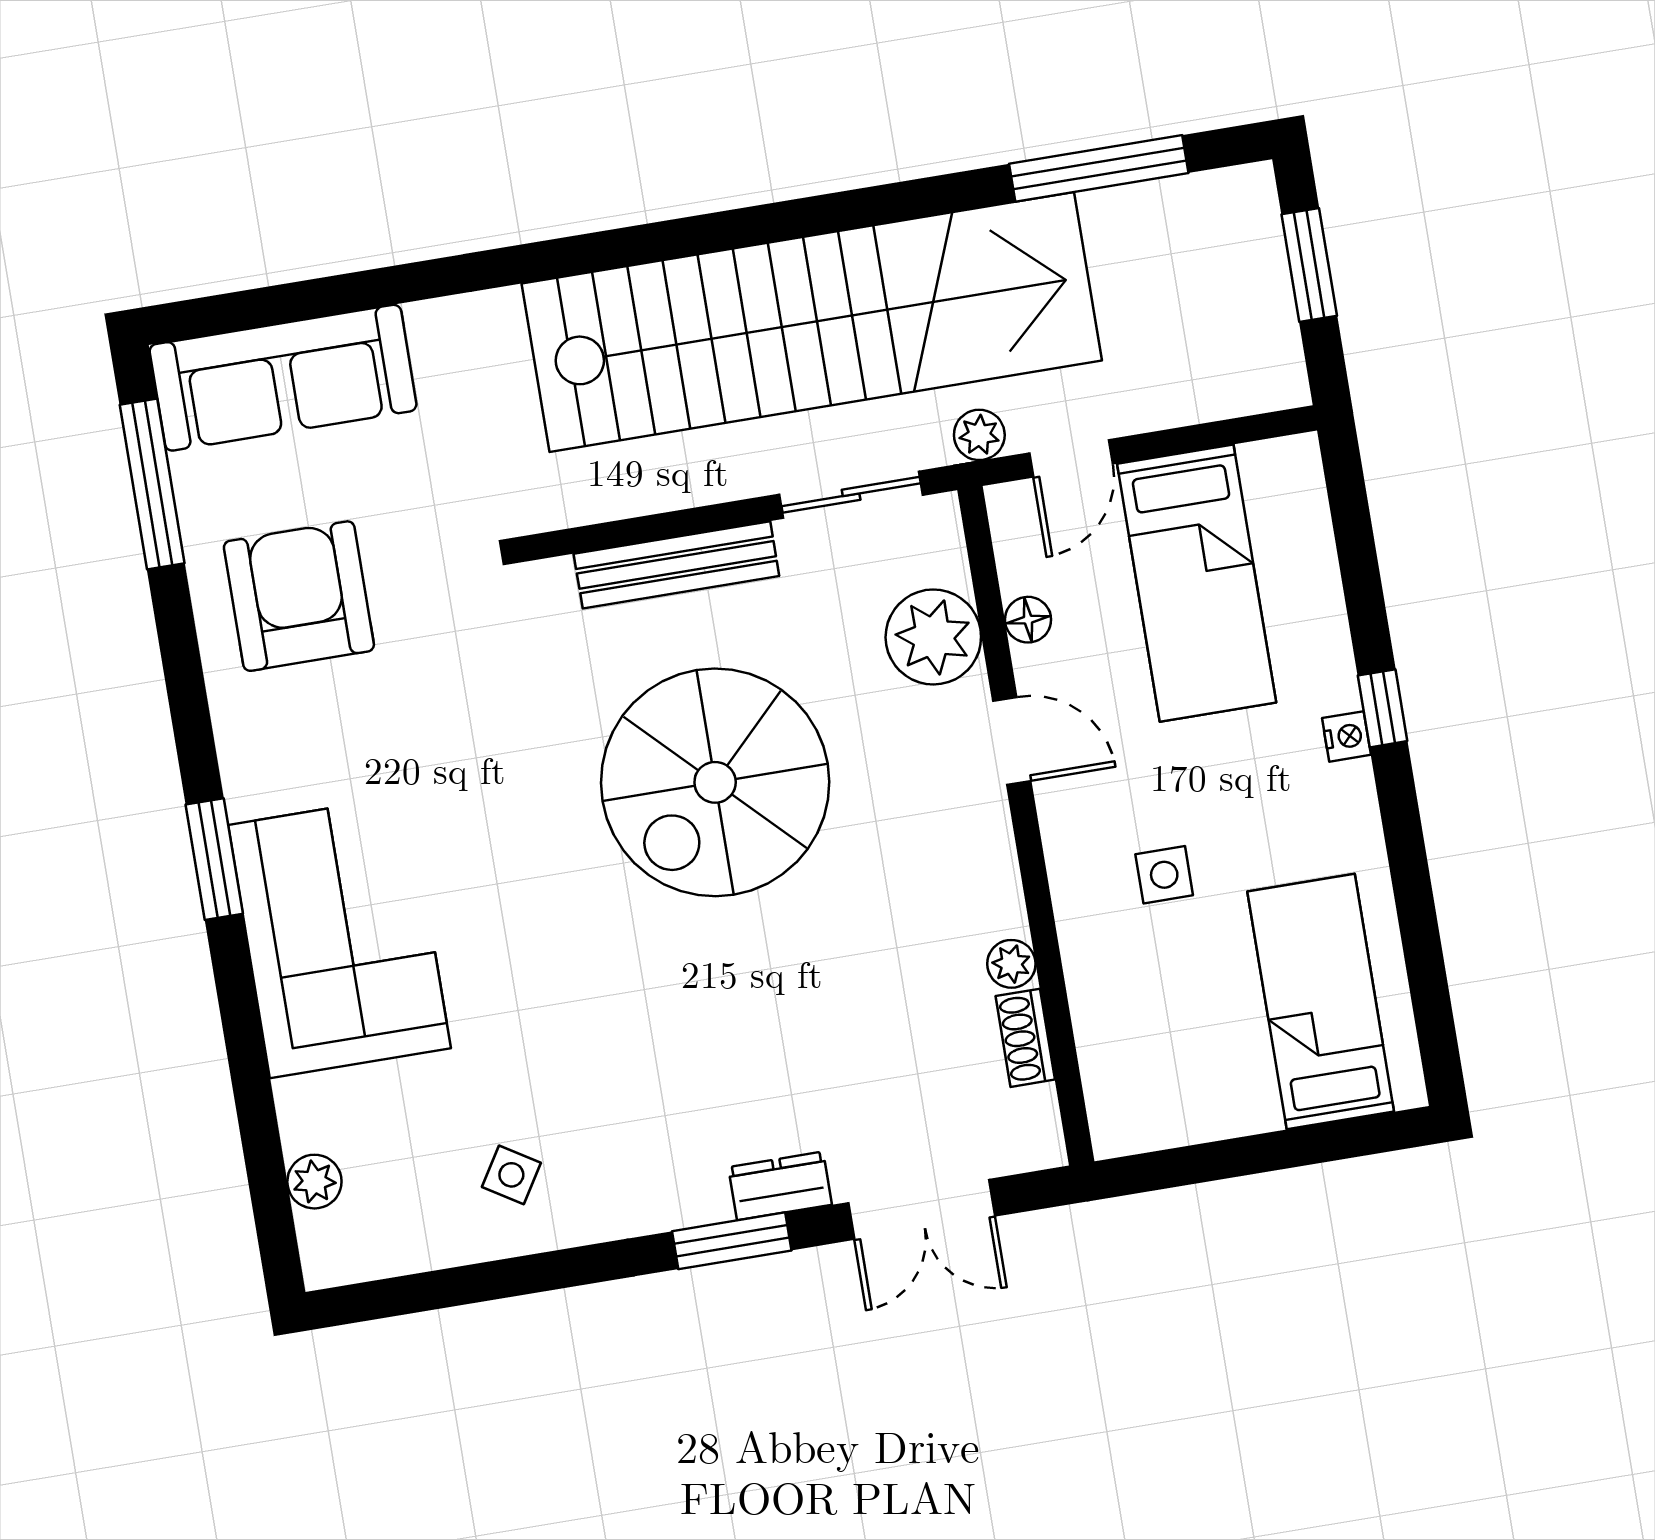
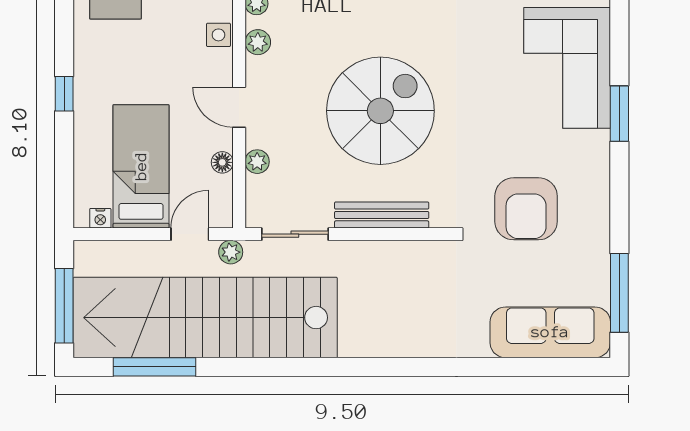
window: (1309, 265) -> (64, 306), width x1.44
stairs: (812, 322) -> (205, 318), moved
armchair: (299, 596) -> (526, 209), moved
plant: (933, 637) -> (257, 162), width x0.53, depth x0.53
nightstand: (1346, 736) -> (100, 218), moved, turned -90
side table: (1164, 875) -> (218, 35), moved
plant: (995, 883) -> (258, 42), added

